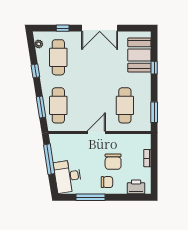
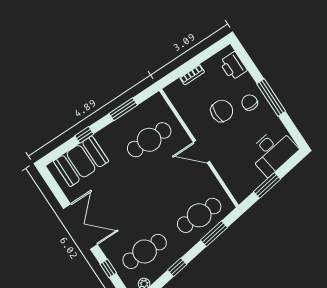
window: (154, 112) -> (123, 109), moved
window: (49, 159) -> (267, 185), width x0.69
window: (91, 197) -> (271, 98), moved

